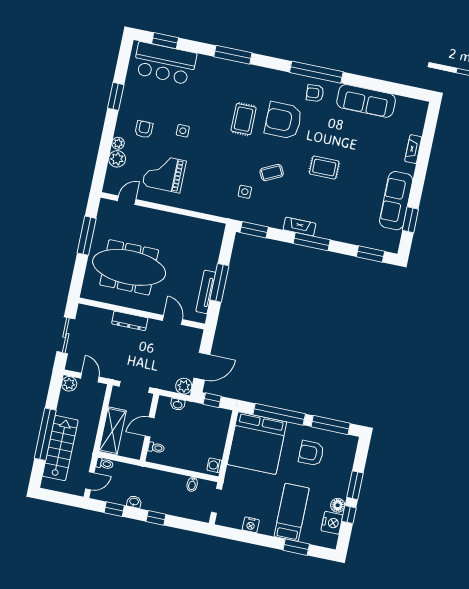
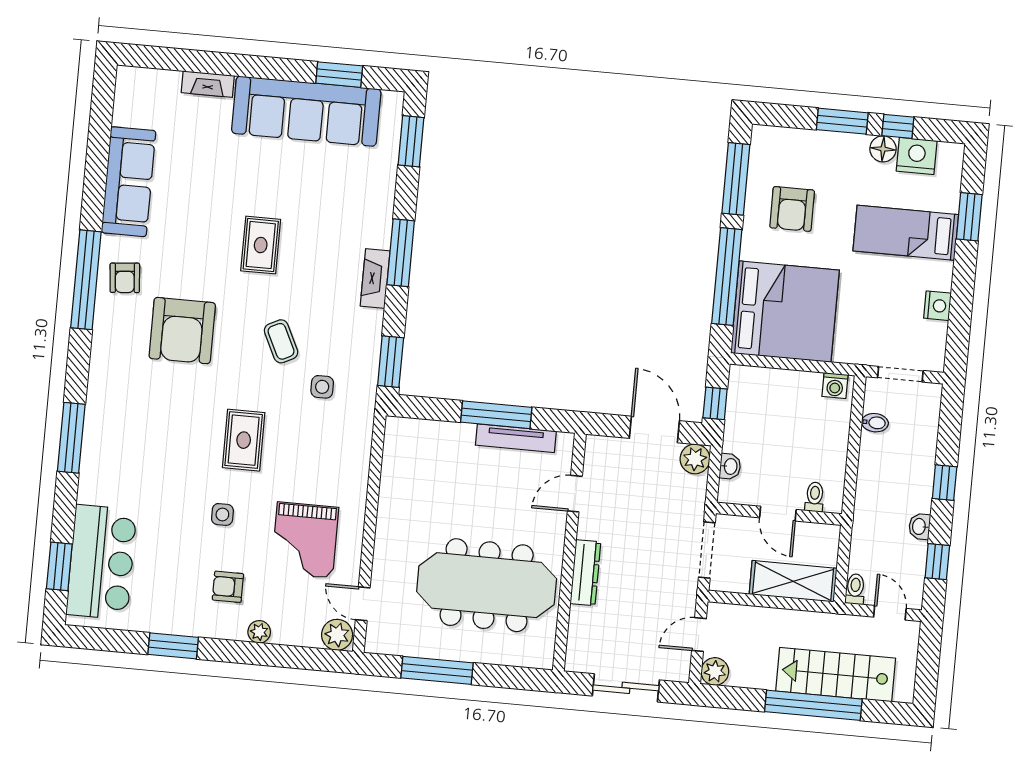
rug: (244, 119) -> (244, 440), moved, turned 90
plant: (117, 159) -> (337, 635), moved
sofa: (396, 201) -> (306, 111), width x1.36, depth x1.27
meeting table: (129, 267) -> (487, 585), turned 90

